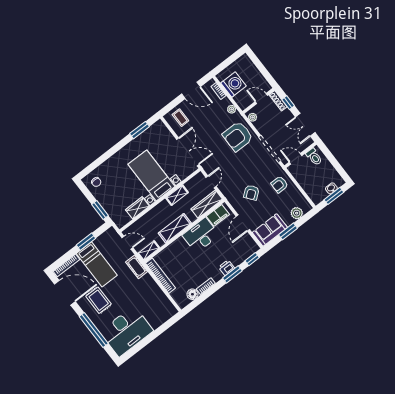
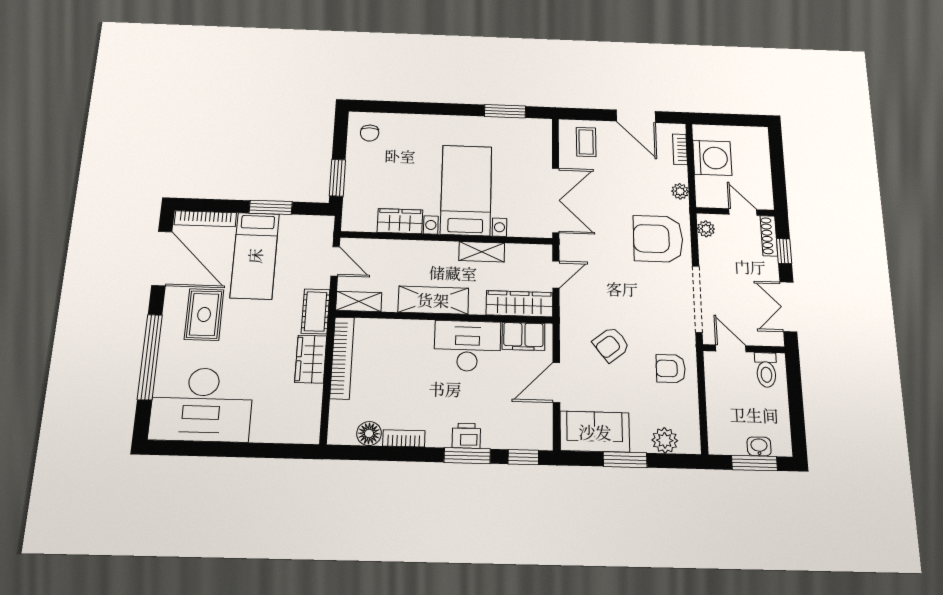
wardrobe: (150, 285) -> (311, 359), added

